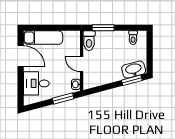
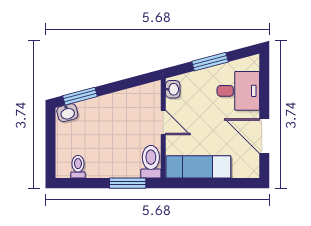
exam couch: (43, 38) -> (198, 167), moved
washbasin: (134, 70) -> (67, 113), width x0.52, depth x0.69
window: (63, 98) -> (210, 62), moved

